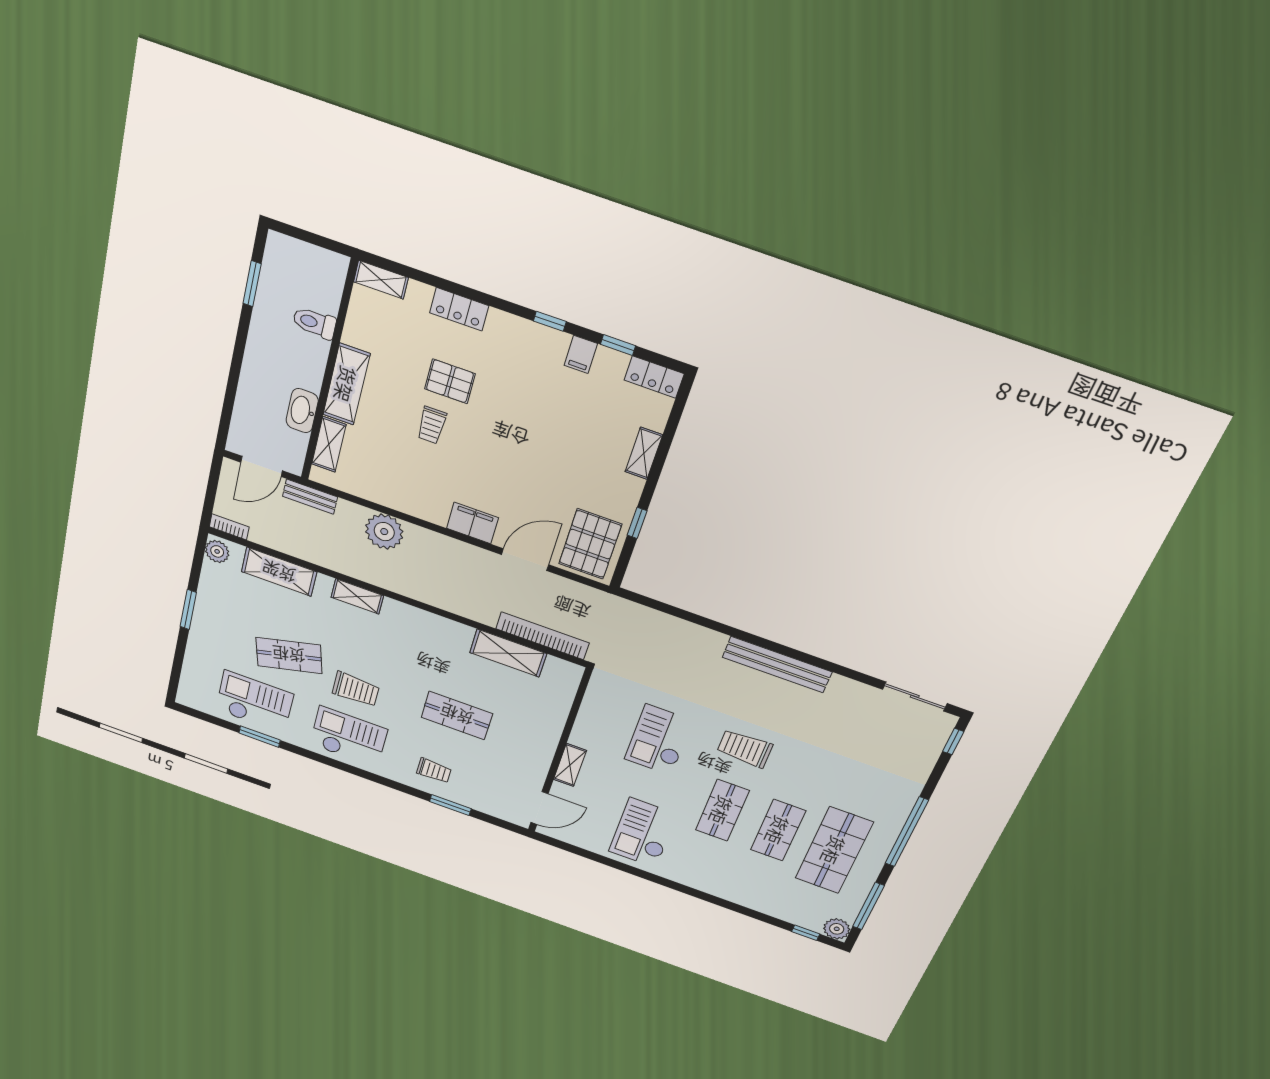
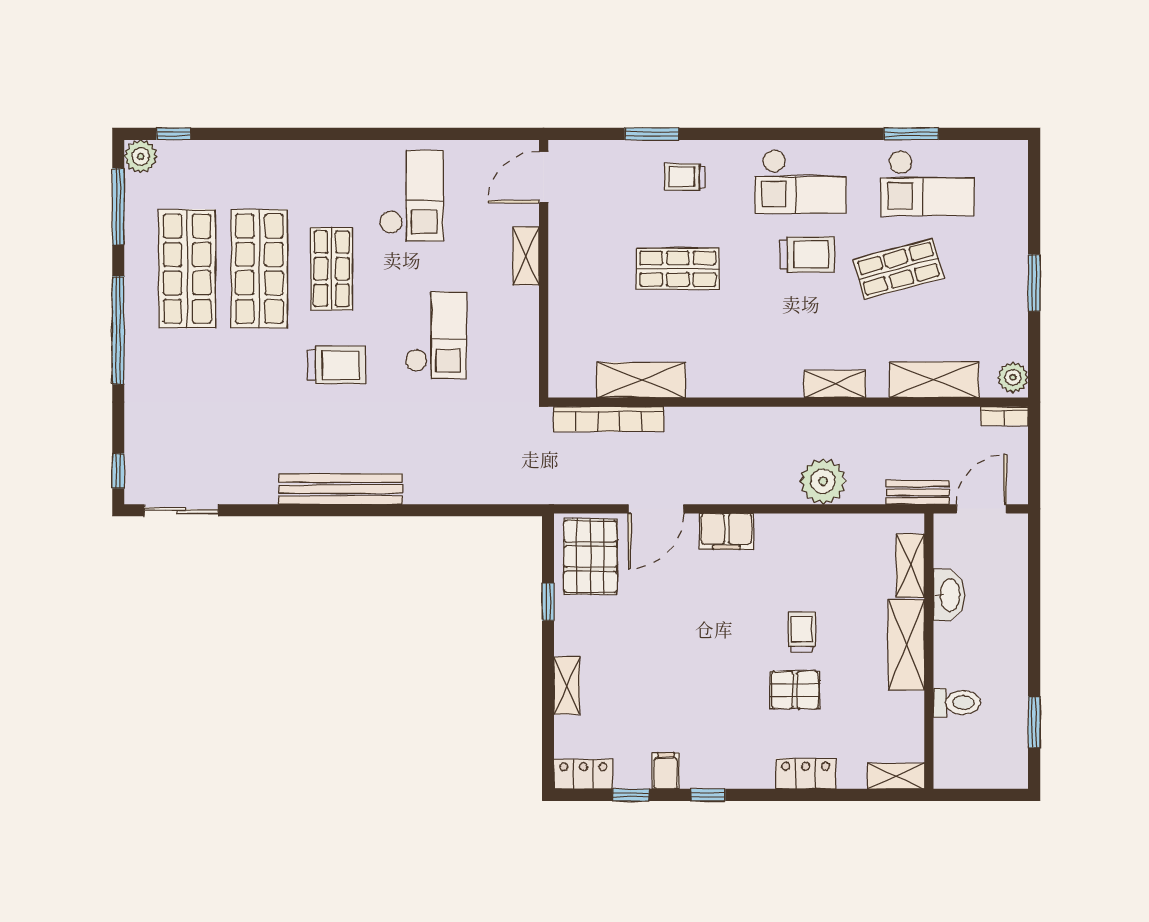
trolley: (356, 689) -> (807, 254), turned 180
shop shelf: (778, 830) -> (259, 269), width x1.43, depth x1.36

